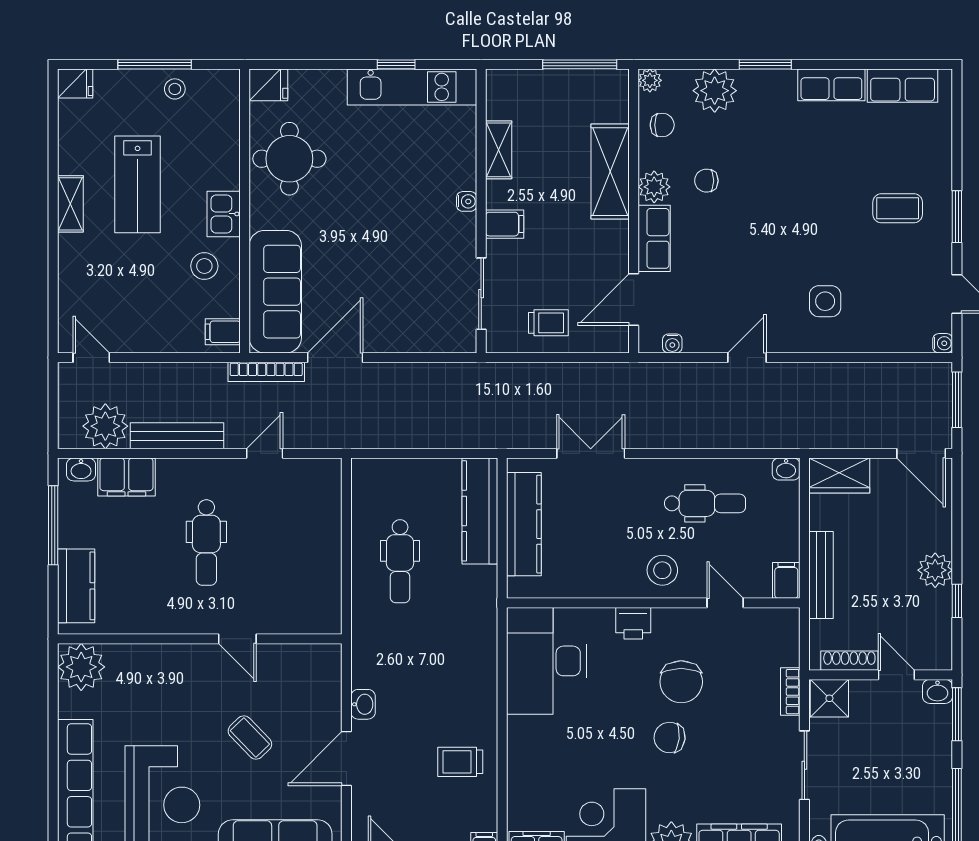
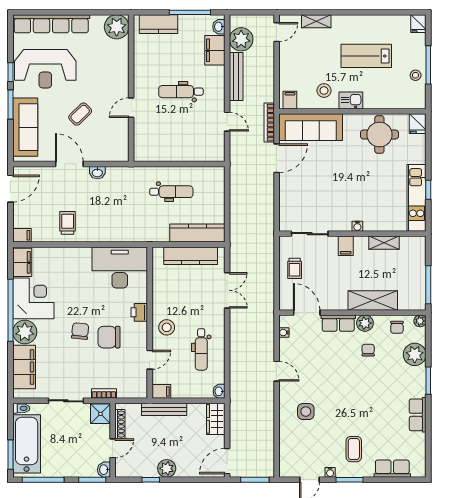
row of seats: (903, 86) -> (392, 469), moved, turned 90
shelving: (70, 204) -> (316, 21), moved
water cooler: (943, 343) -> (330, 472), moved
door: (335, 358) -> (277, 158), hinge flipped
dental chair: (400, 561) -> (171, 192), turned 180

